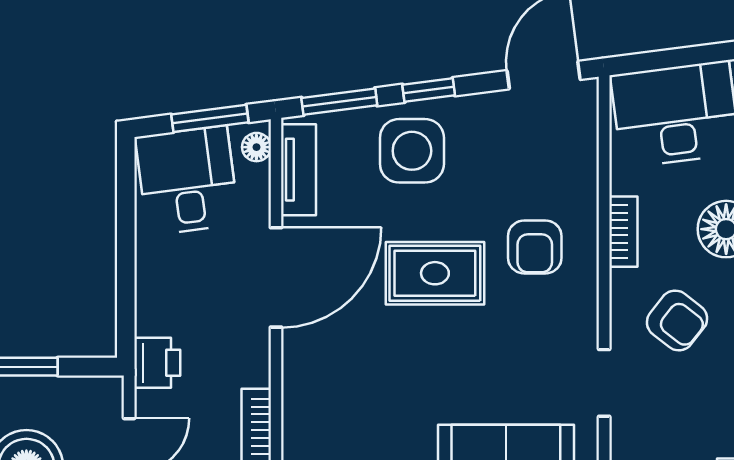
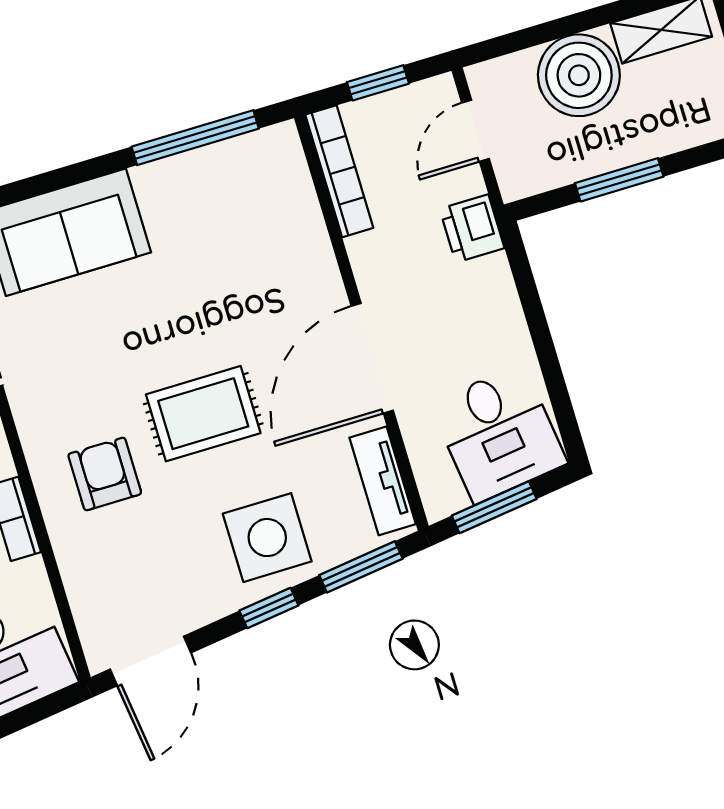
floor lamp: (256, 147) -> (435, 491), removed

